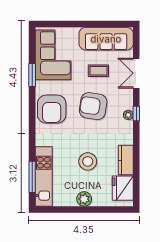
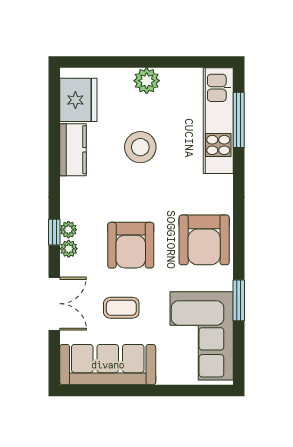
plant: (128, 104) -> (69, 249), added
armchair: (93, 106) -> (131, 245), turned 81
armchair: (52, 109) -> (204, 240), turned 180

